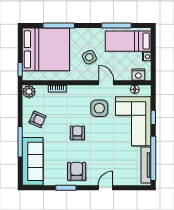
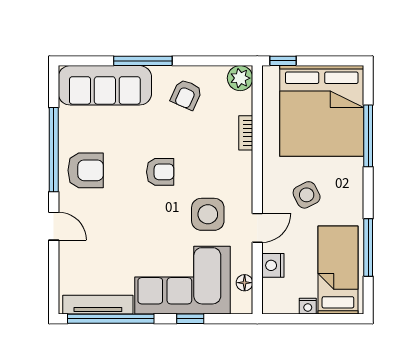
nightstand: (138, 75) -> (273, 265), moved
window: (66, 188) -> (54, 150), width x2.11

